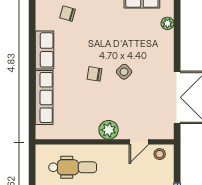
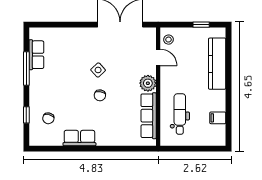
plant: (167, 23) -> (57, 33), removed
row of seats: (44, 97) -> (149, 116), moved, turned -90

